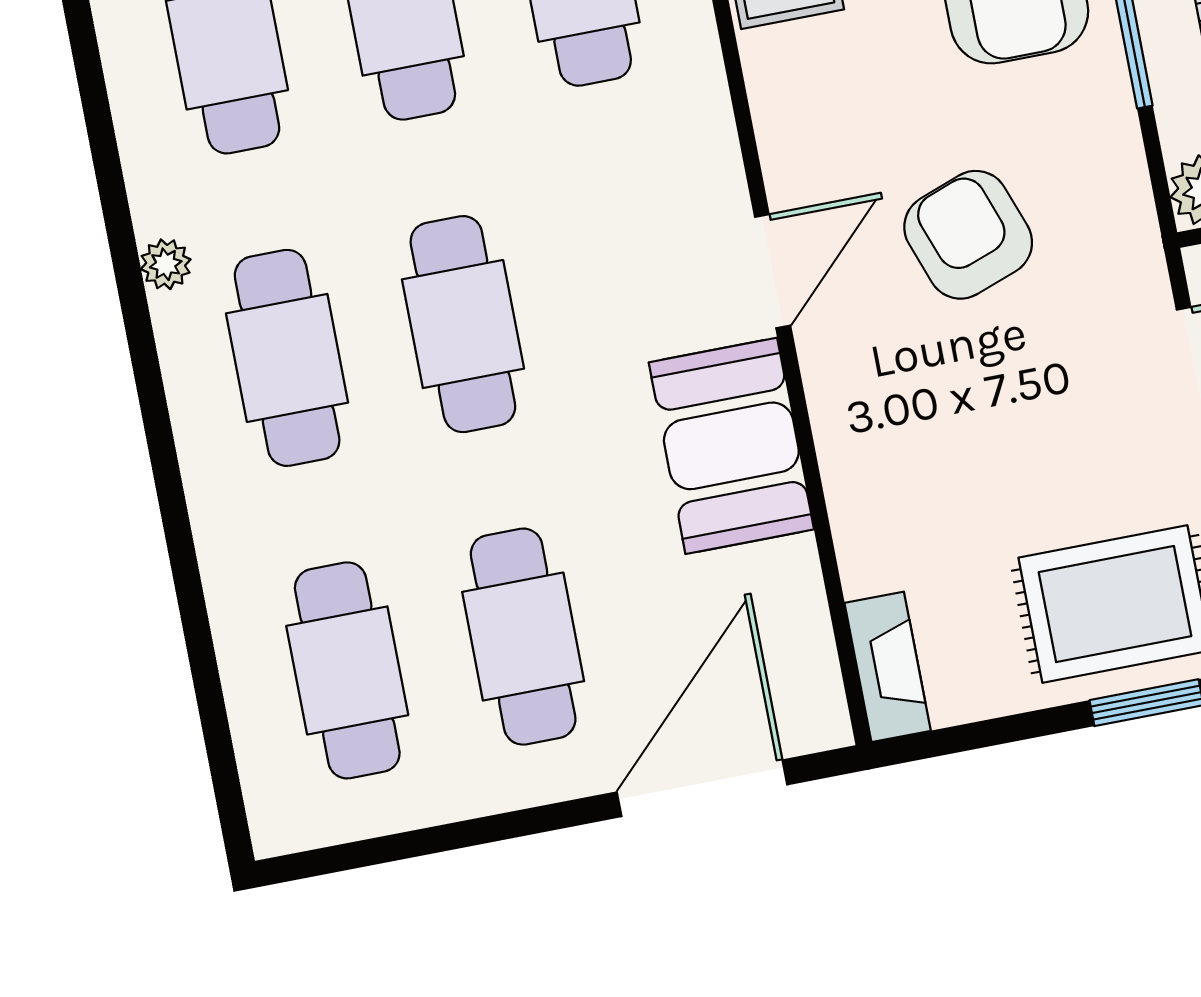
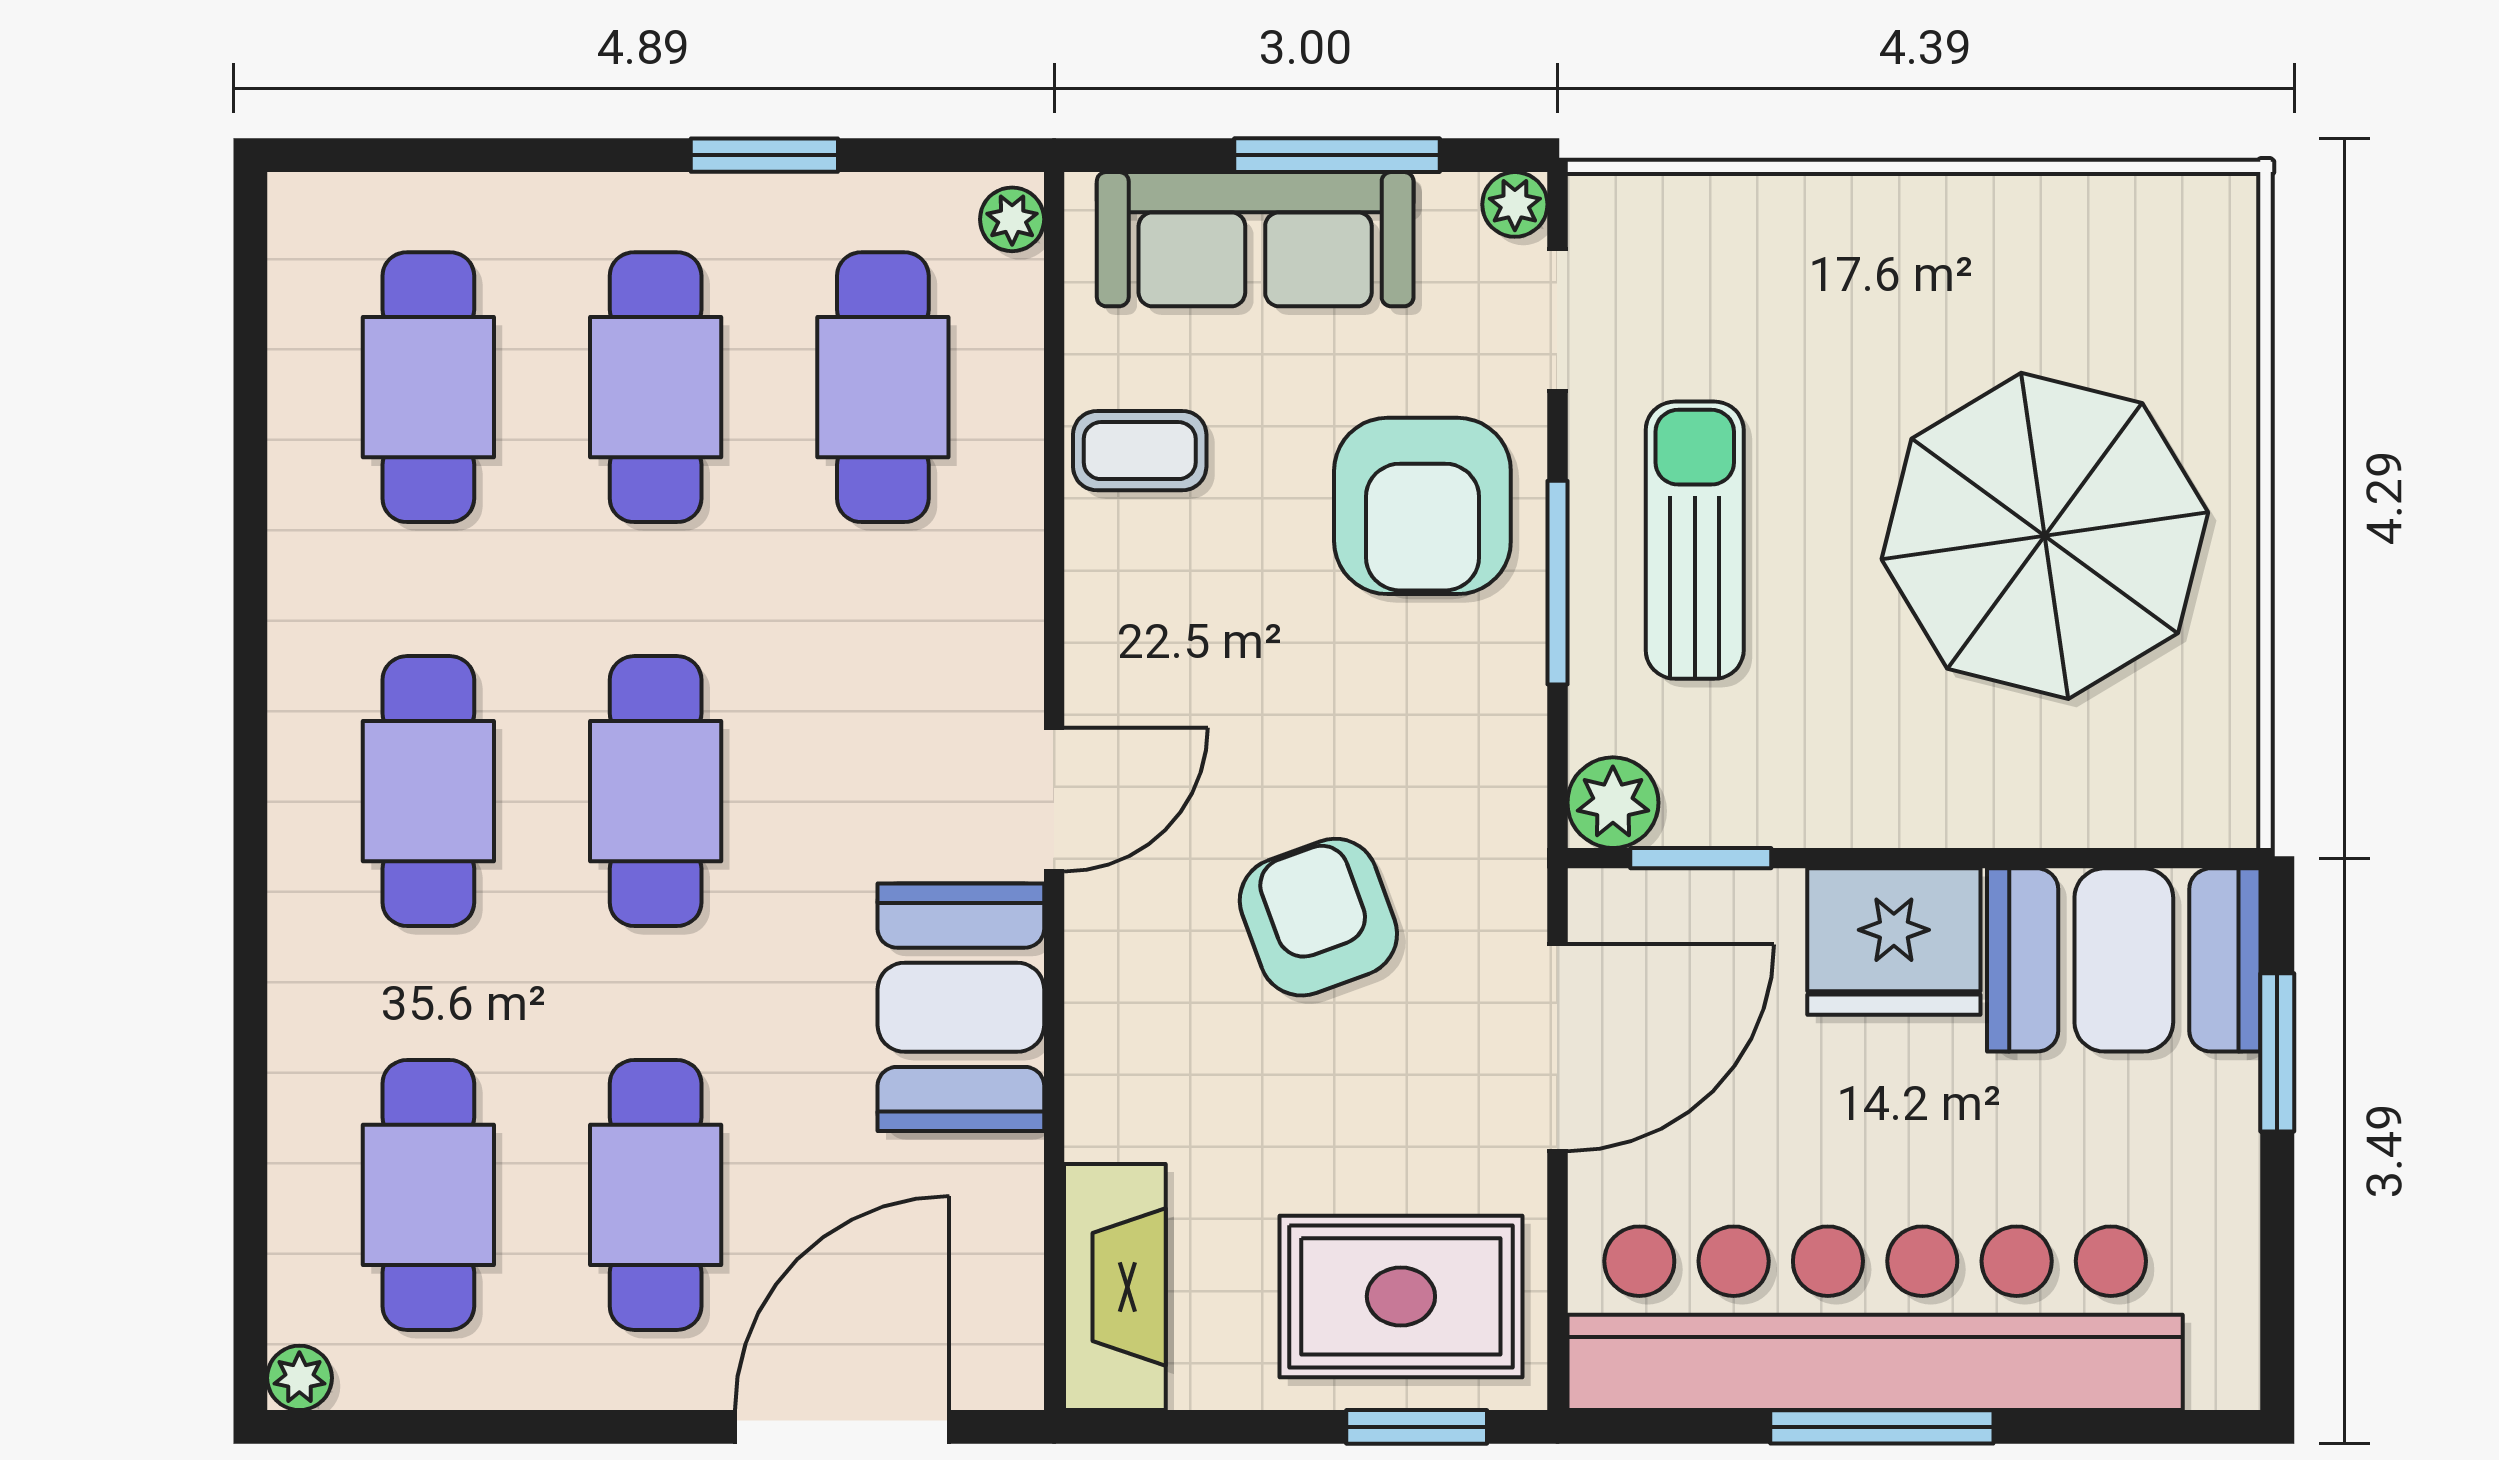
armchair: (968, 235) -> (1318, 917), moved
plant: (166, 264) -> (299, 1378), moved
fireplace: (888, 667) -> (1115, 1287), width x1.37, depth x1.32

